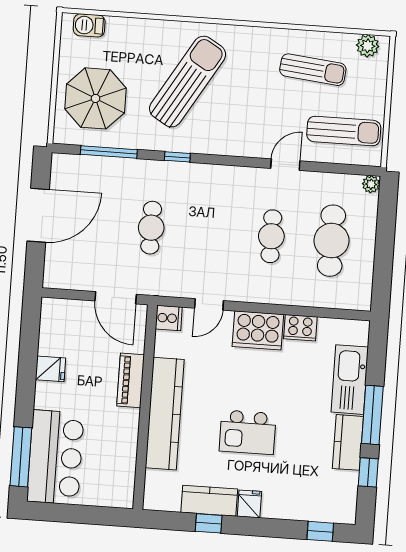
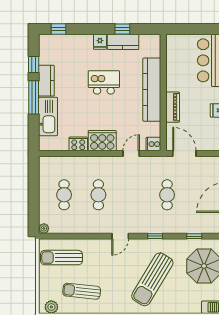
window: (109, 152) -> (194, 236), width x0.46
door: (285, 165) -> (120, 236), moved
cafe table: (331, 241) -> (64, 195), width x0.73, depth x0.74

